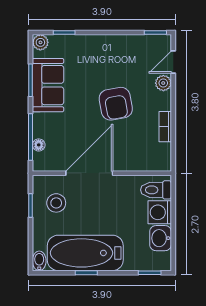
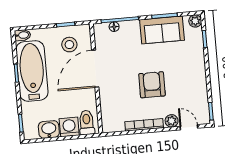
armchair: (116, 104) -> (152, 85), turned 100
bookcase: (165, 127) -> (144, 125), width x1.56
door: (89, 173) -> (95, 69), swing flipped

